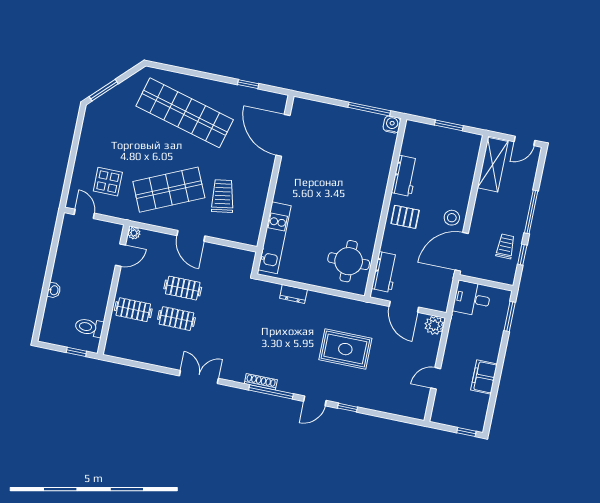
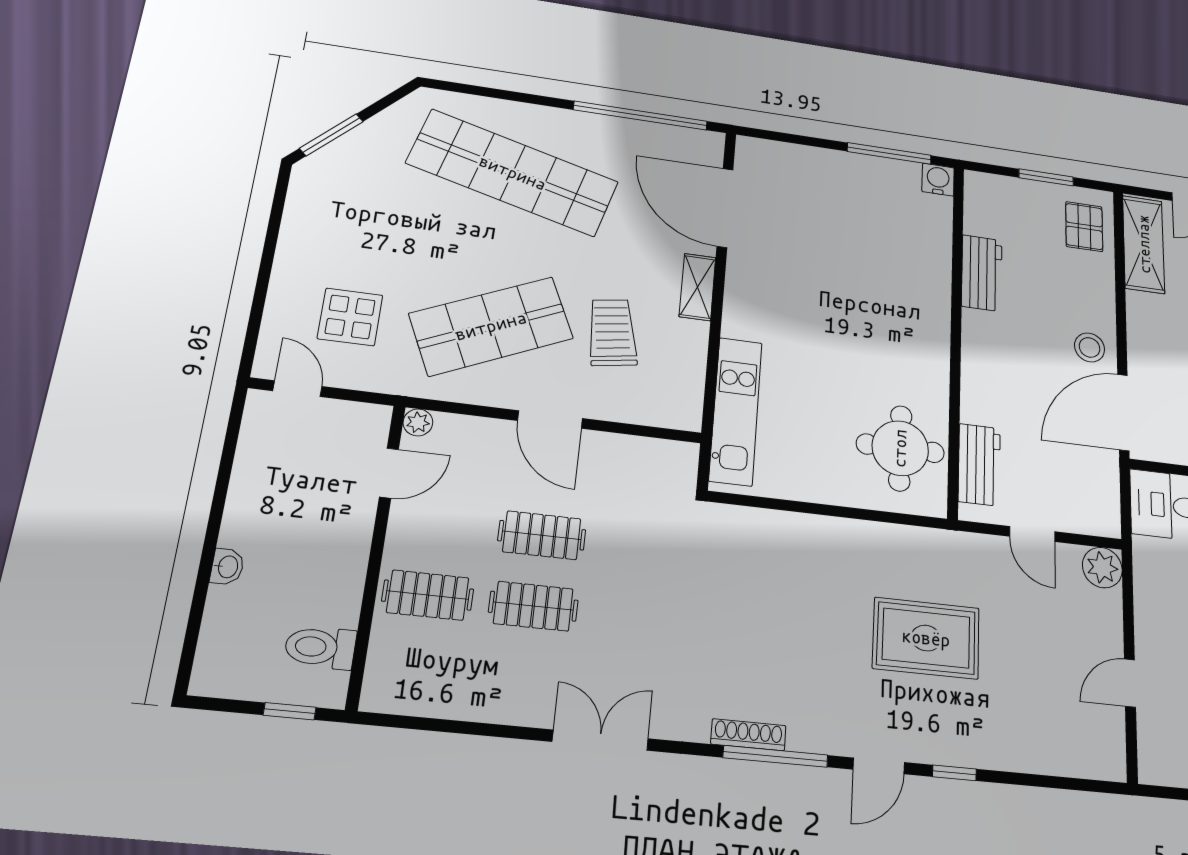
window: (248, 84) -> (641, 115), width x3.17
shelving: (265, 176) -> (697, 287), added
pallet: (405, 217) -> (1084, 227), moved, turned 90
dresser: (293, 294) -> (794, 527), removed
door: (404, 307) -> (1032, 534), width x0.73

